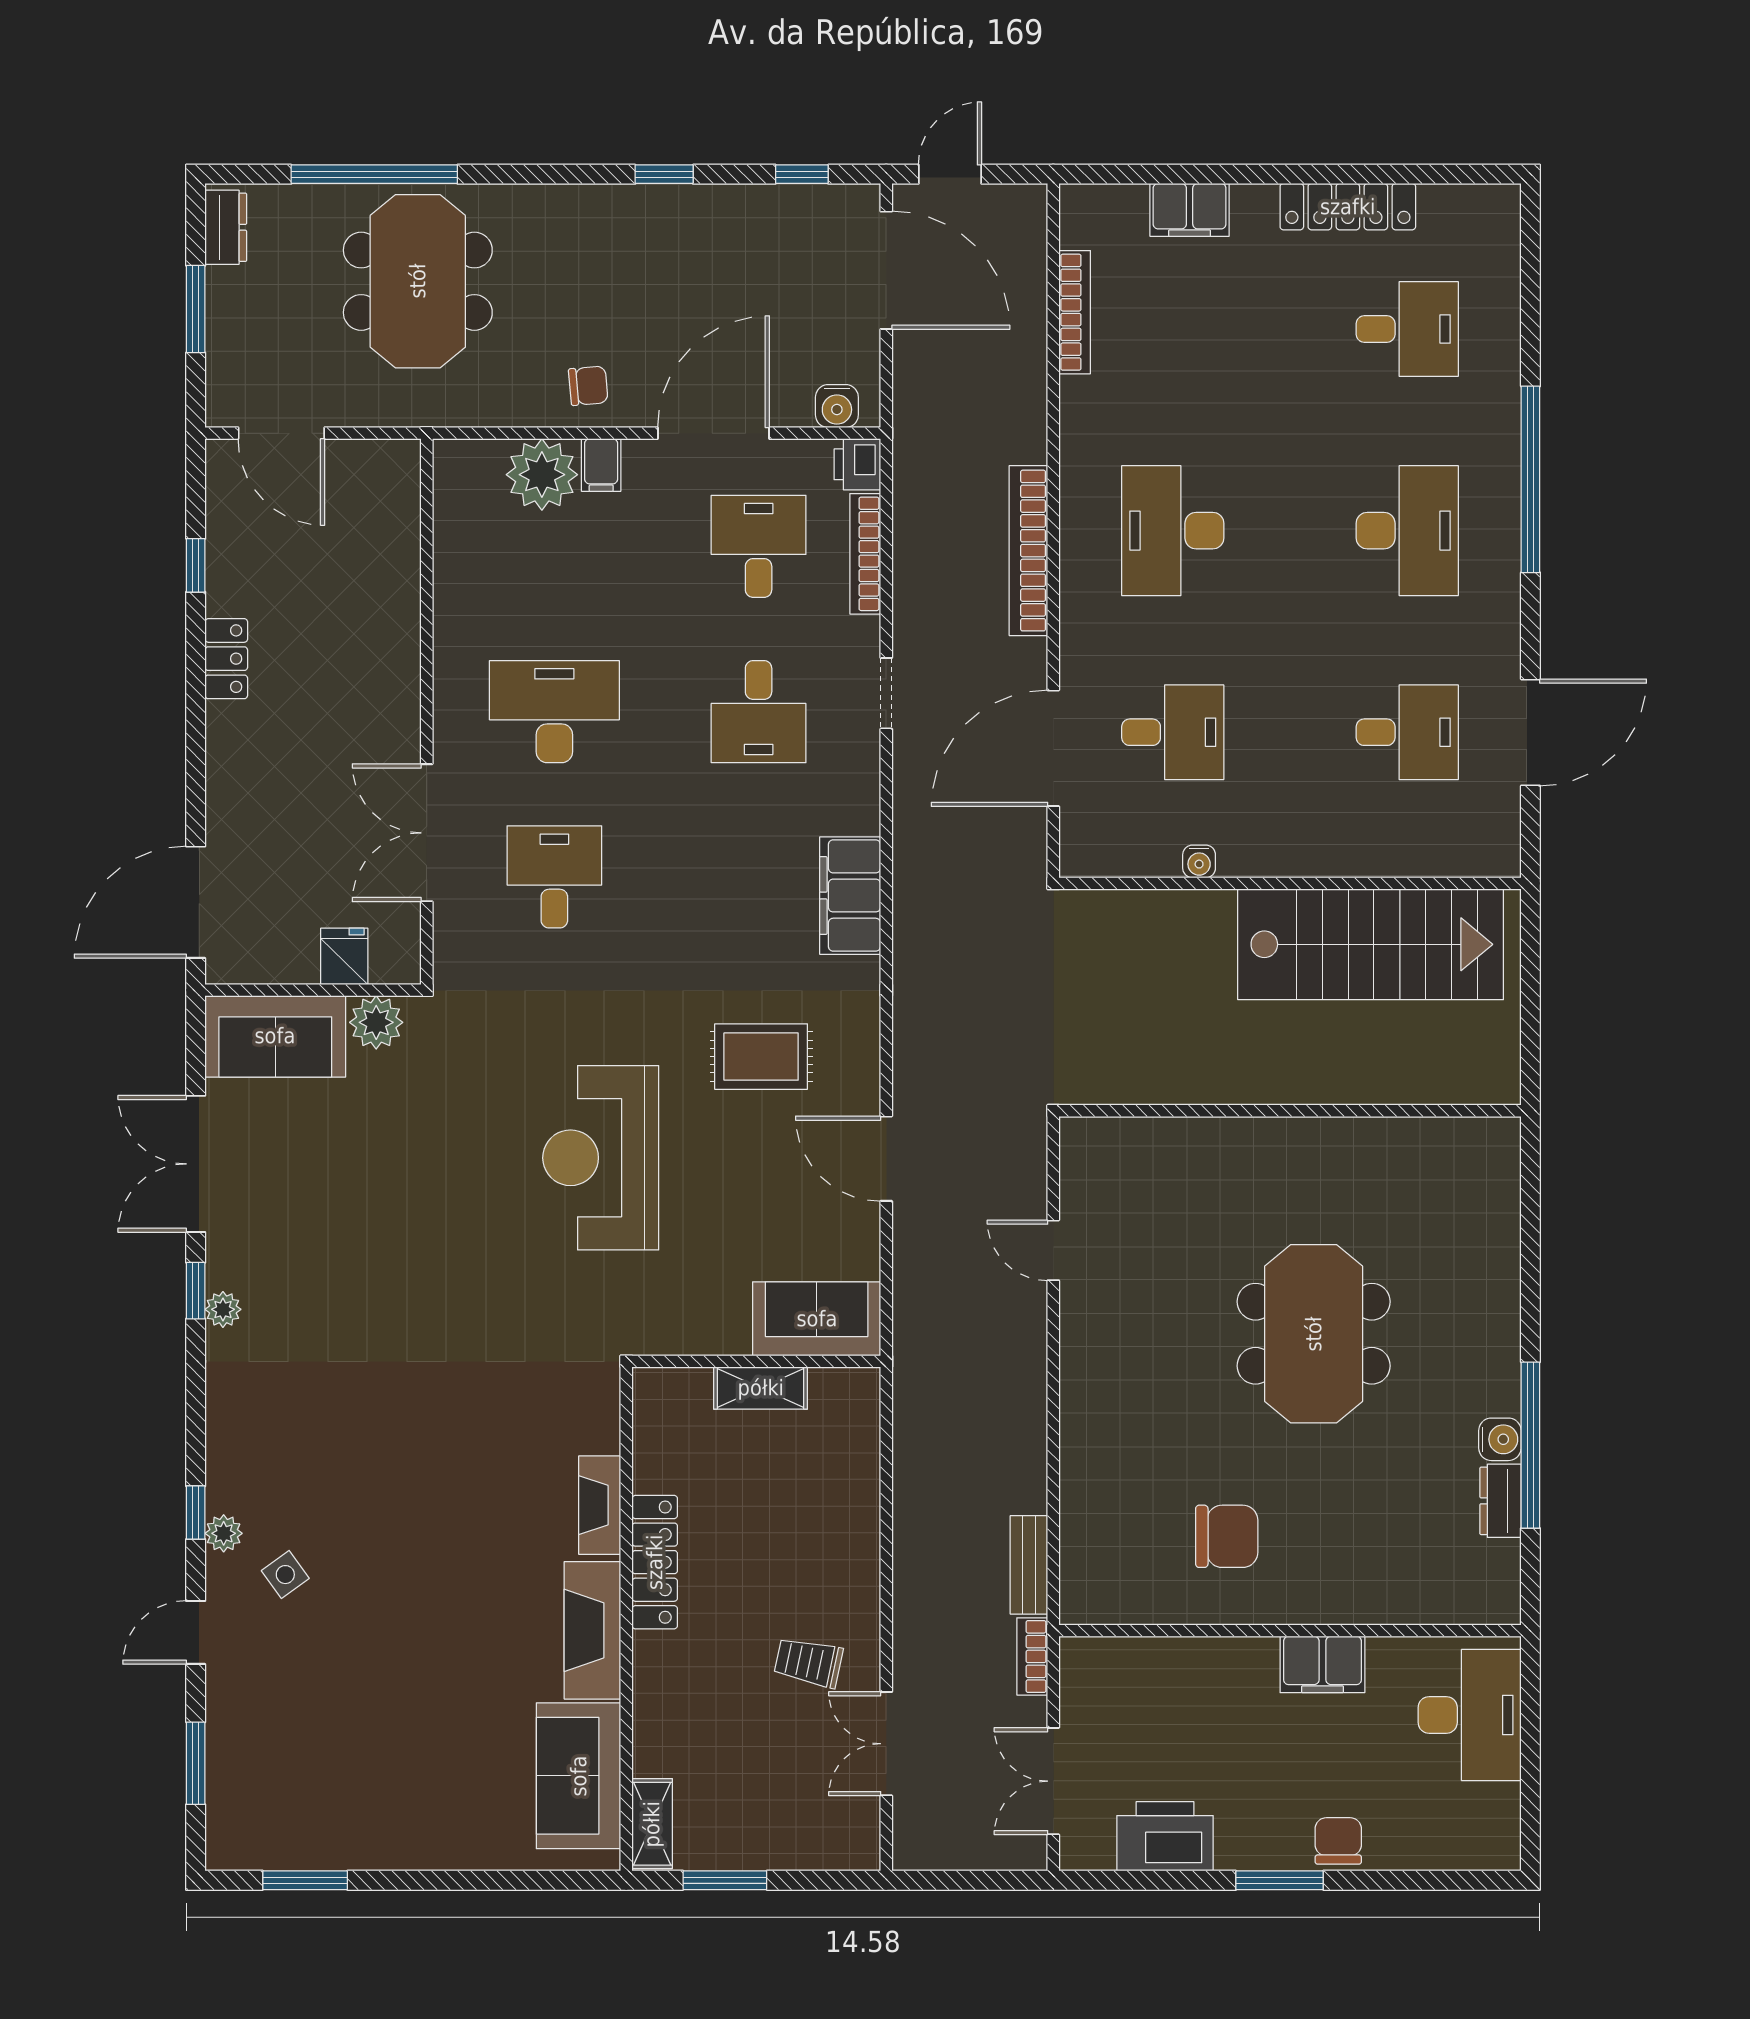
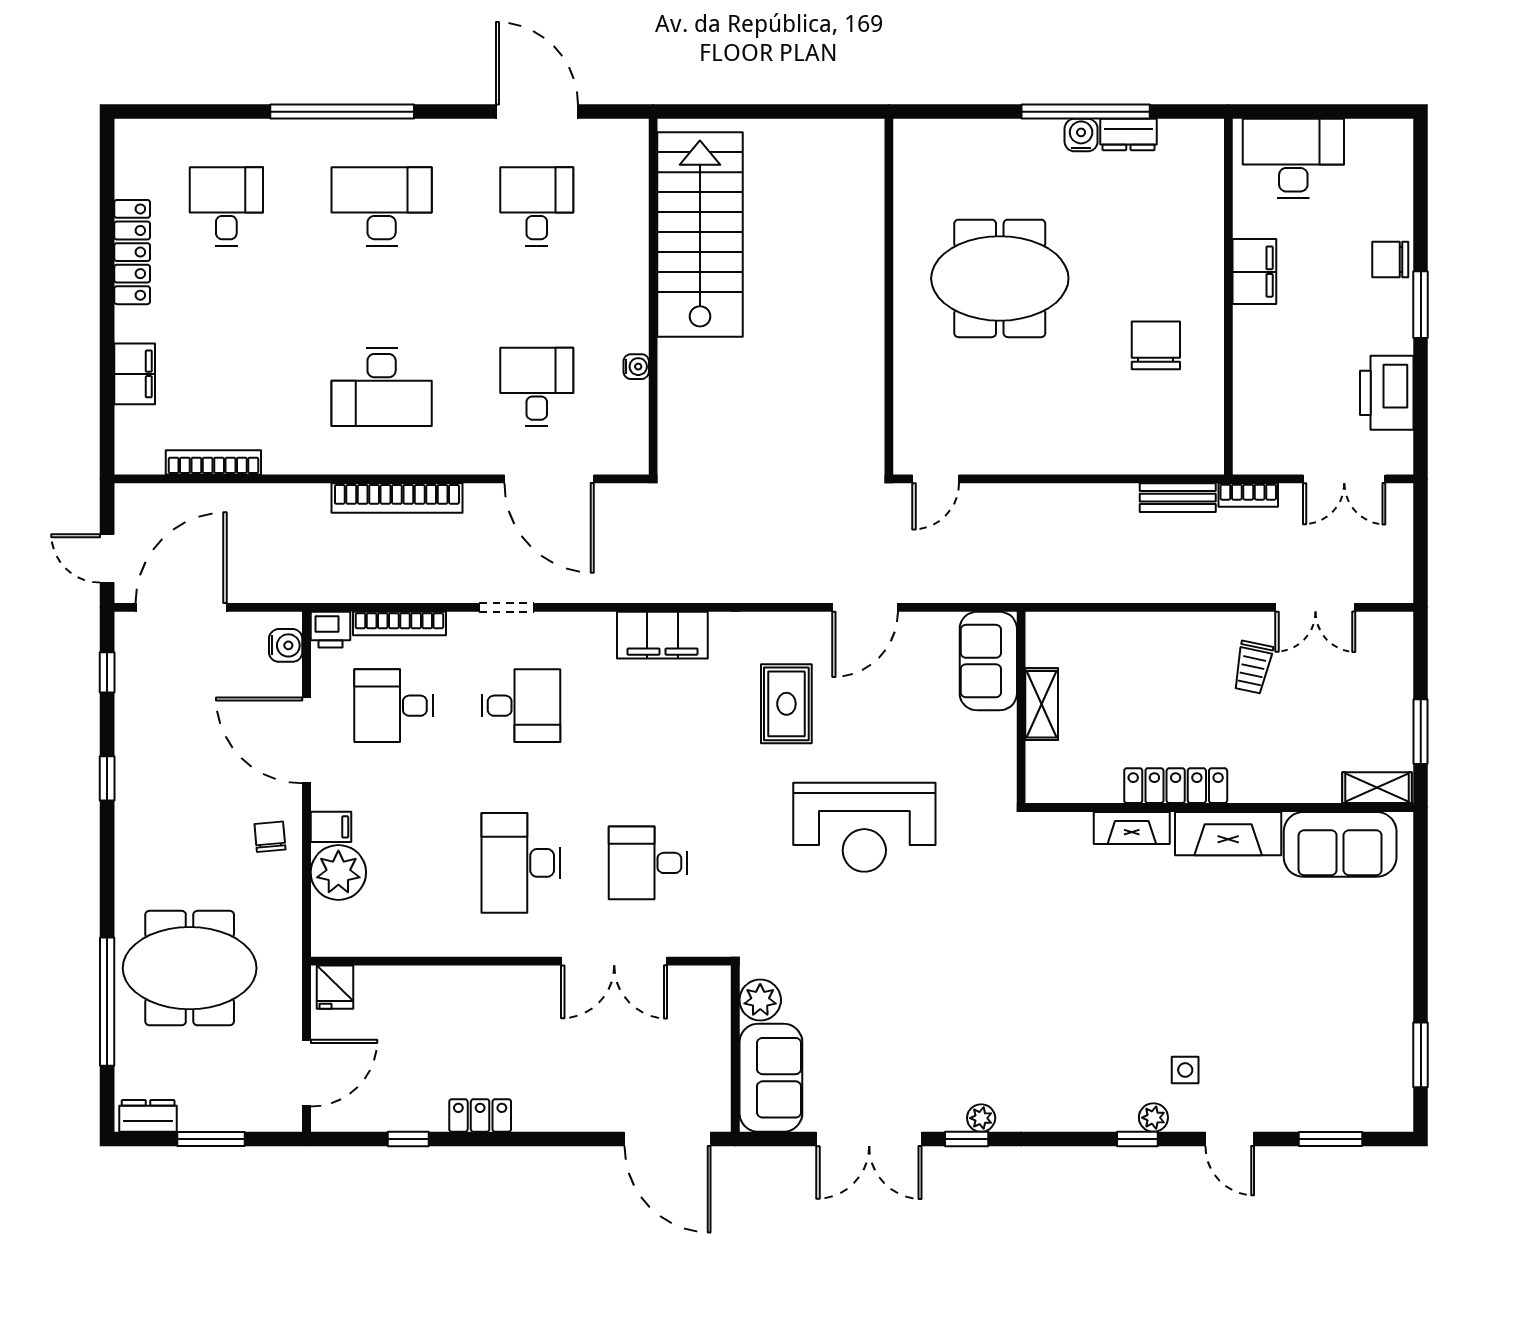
fridge: (344, 956) -> (335, 987), moved, turned -90
wall: (1290, 1111) -> (889, 297), moved
side table: (285, 1575) -> (1185, 1070), turned 36

